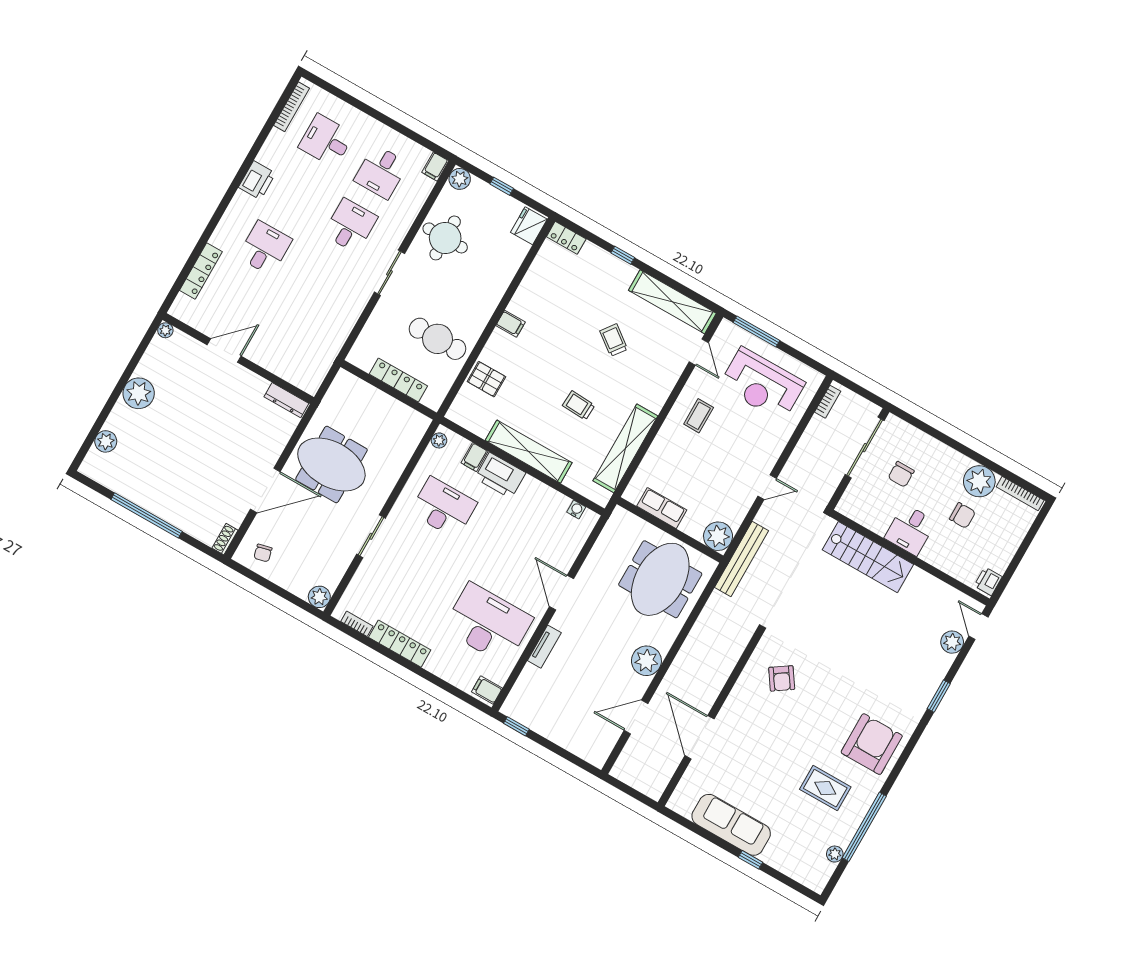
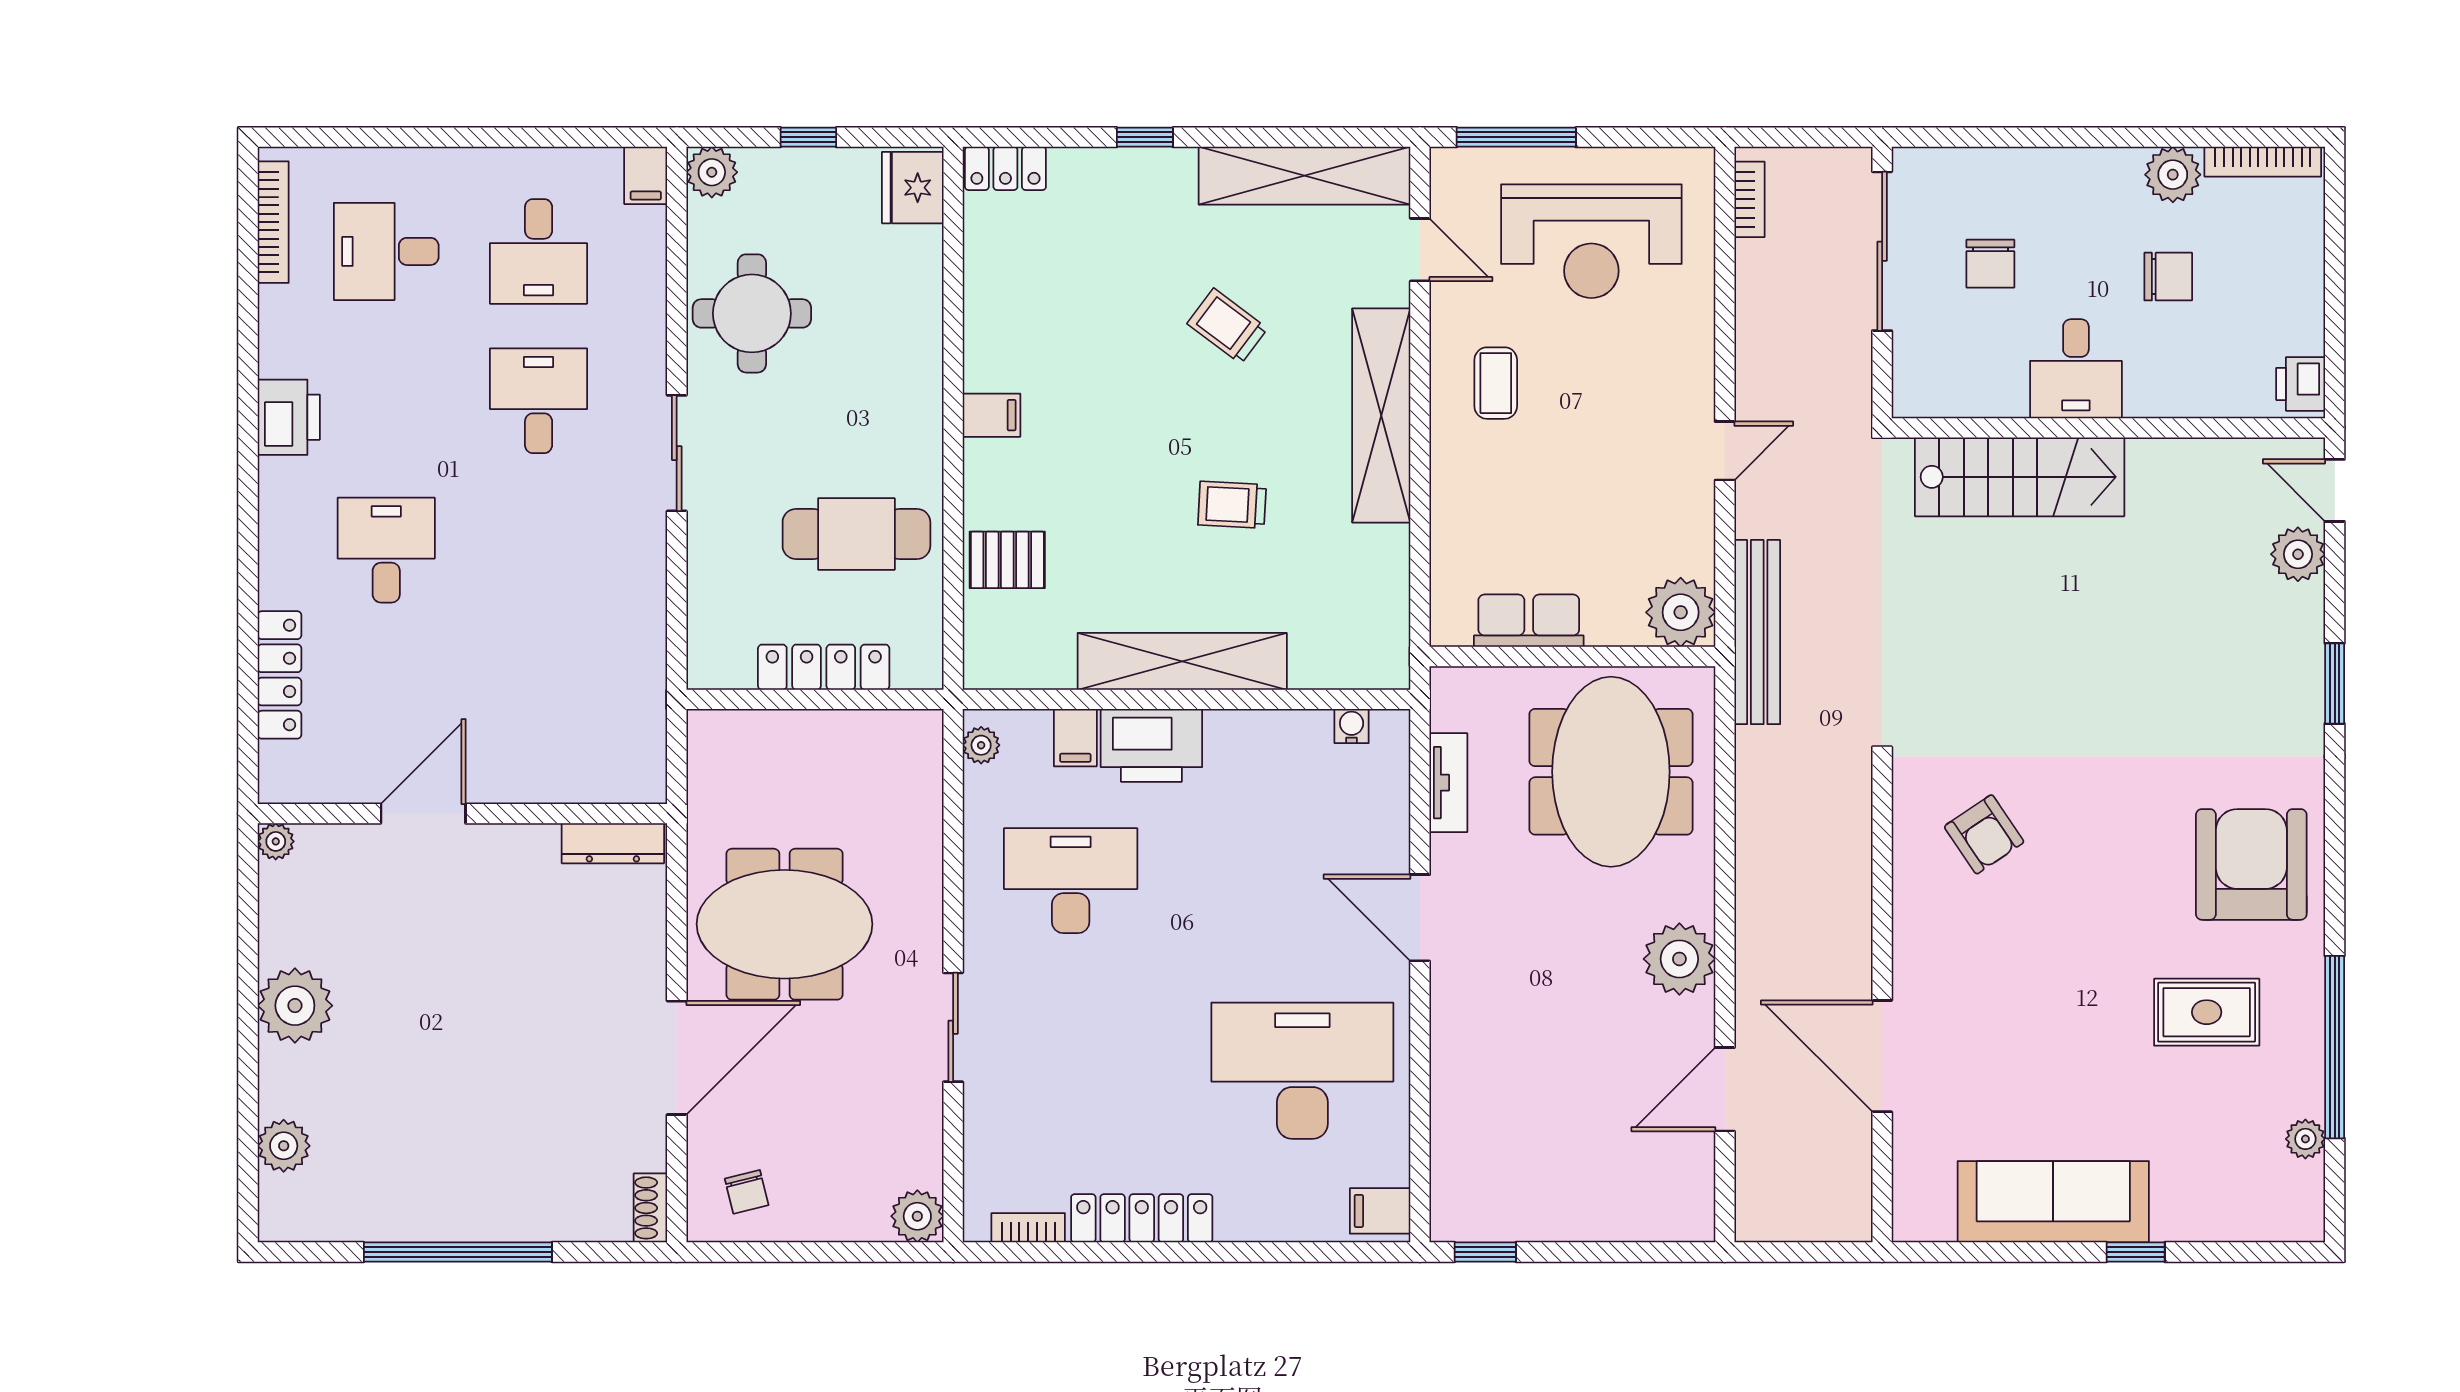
shelving: (625, 448) -> (1381, 416), moved
plant: (979, 481) -> (2173, 175), width x0.73, depth x0.73
tv unit: (544, 647) -> (1448, 783), moved

